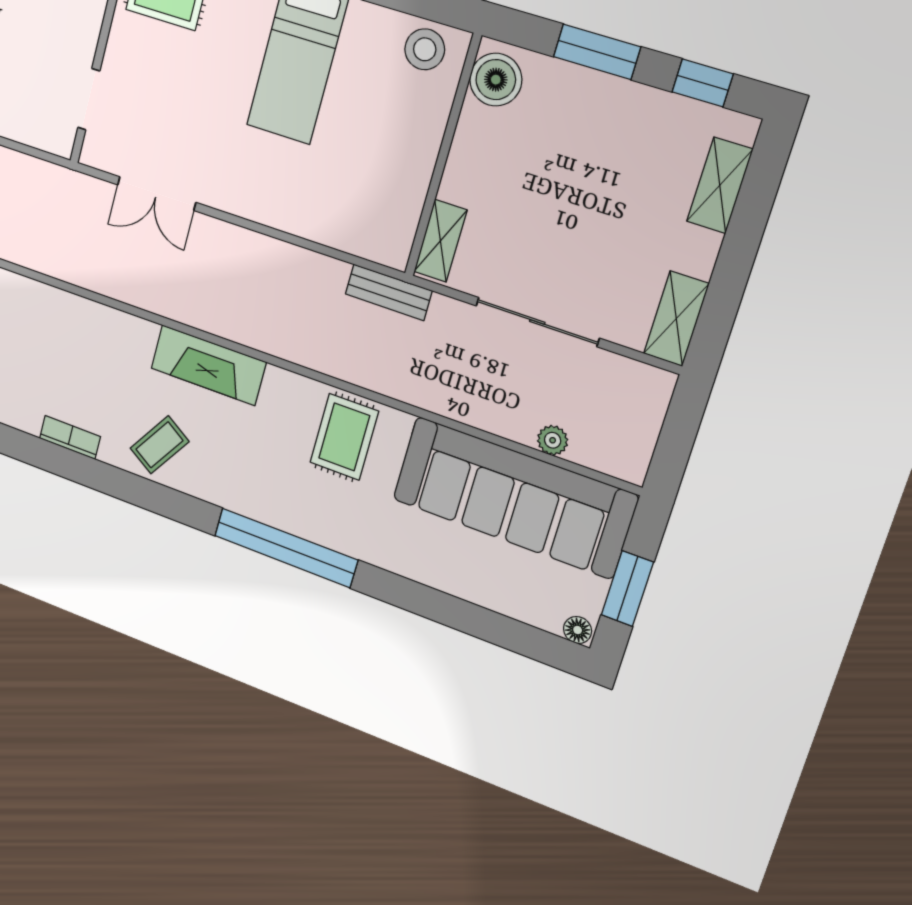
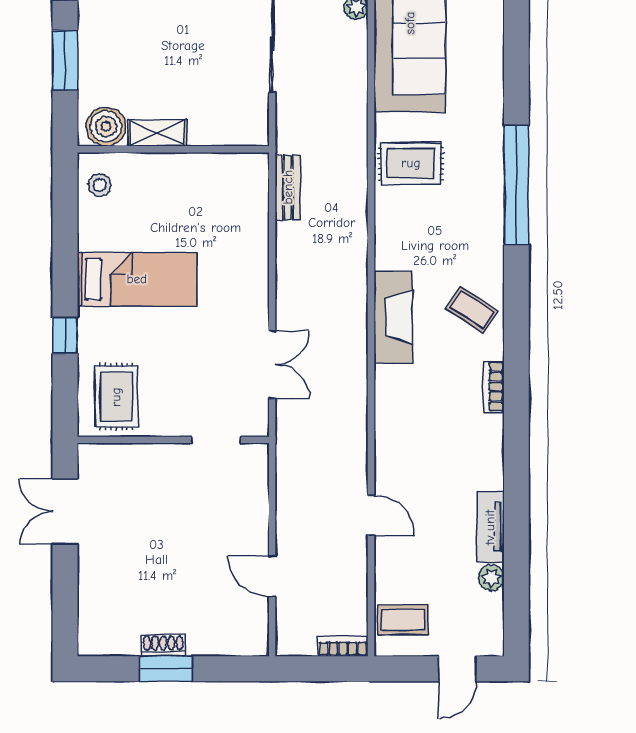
stool: (425, 49) -> (100, 185), width x0.73, depth x0.73
shelving: (440, 241) -> (157, 133), moved
bench: (389, 292) -> (288, 187), moved
fireplace: (208, 365) -> (393, 317), moved

